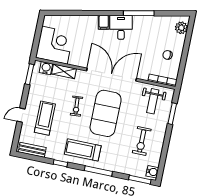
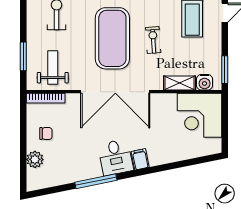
plant: (181, 28) -> (35, 159), moved

